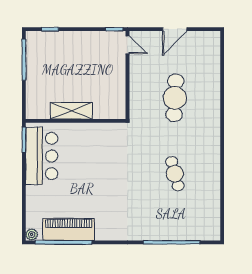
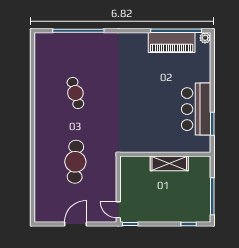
shelving: (71, 111) -> (169, 163), moved
wall: (76, 121) -> (165, 154), moved

